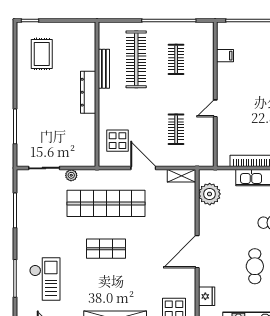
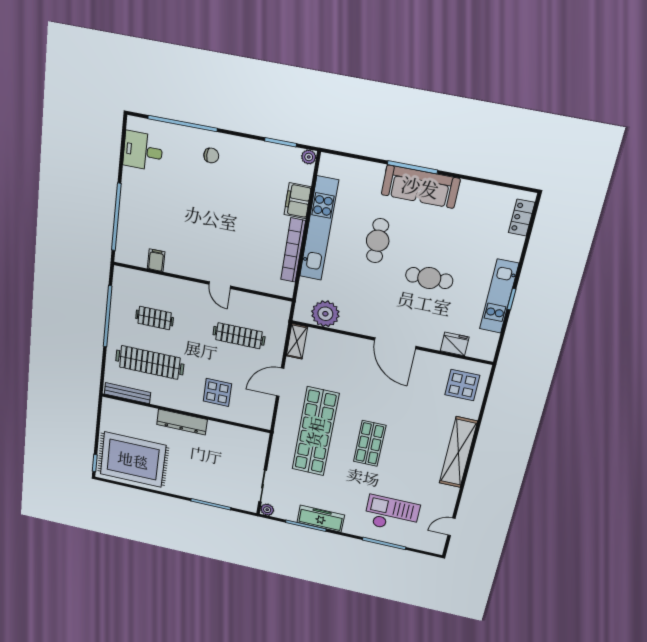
rug: (42, 54) -> (133, 460), width x1.86, depth x2.06
bench: (104, 69) -> (127, 393), moved
clothes rail: (176, 129) -> (239, 336), width x1.36
display table: (117, 141) -> (217, 392), moved
plant: (71, 175) -> (267, 510), moved
freezer: (25, 222) -> (321, 519), added

